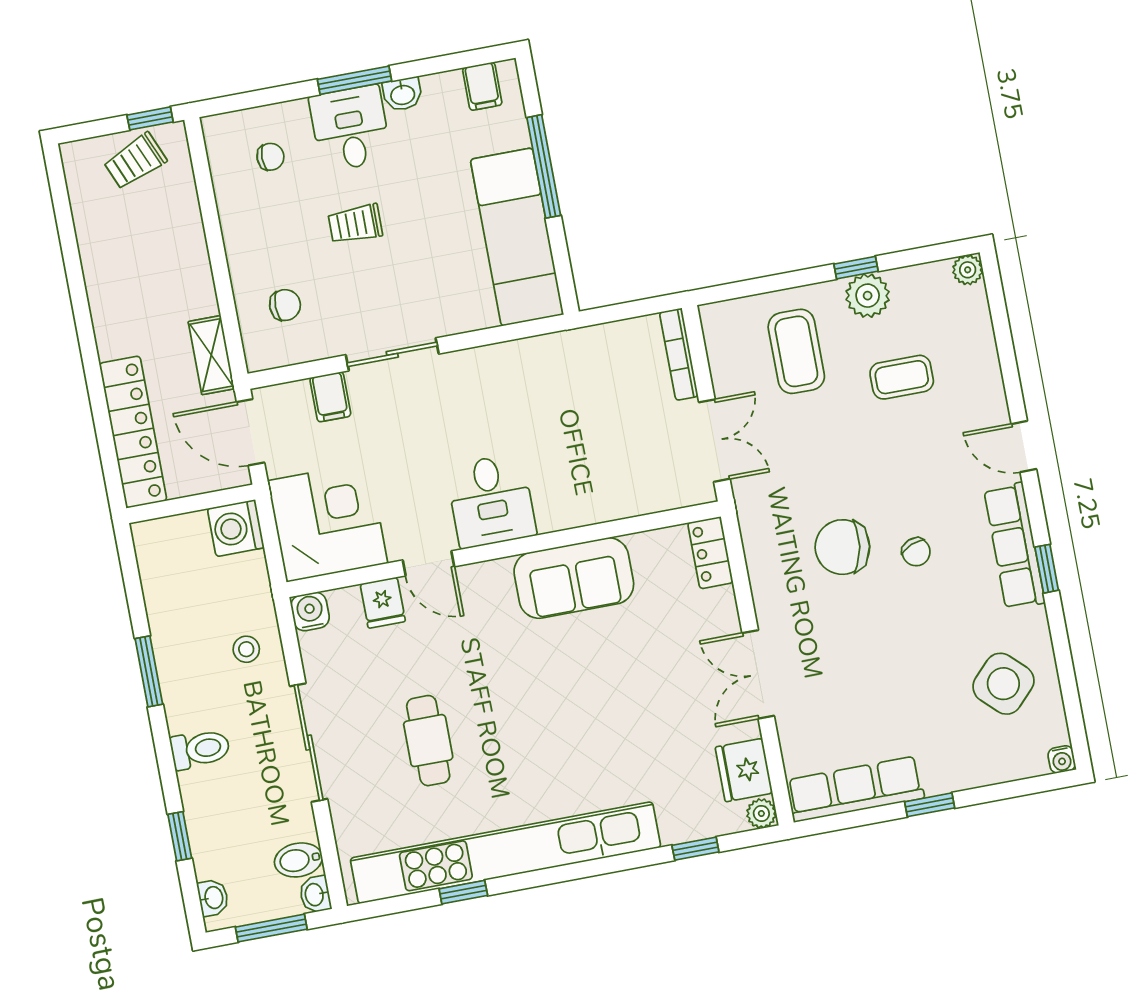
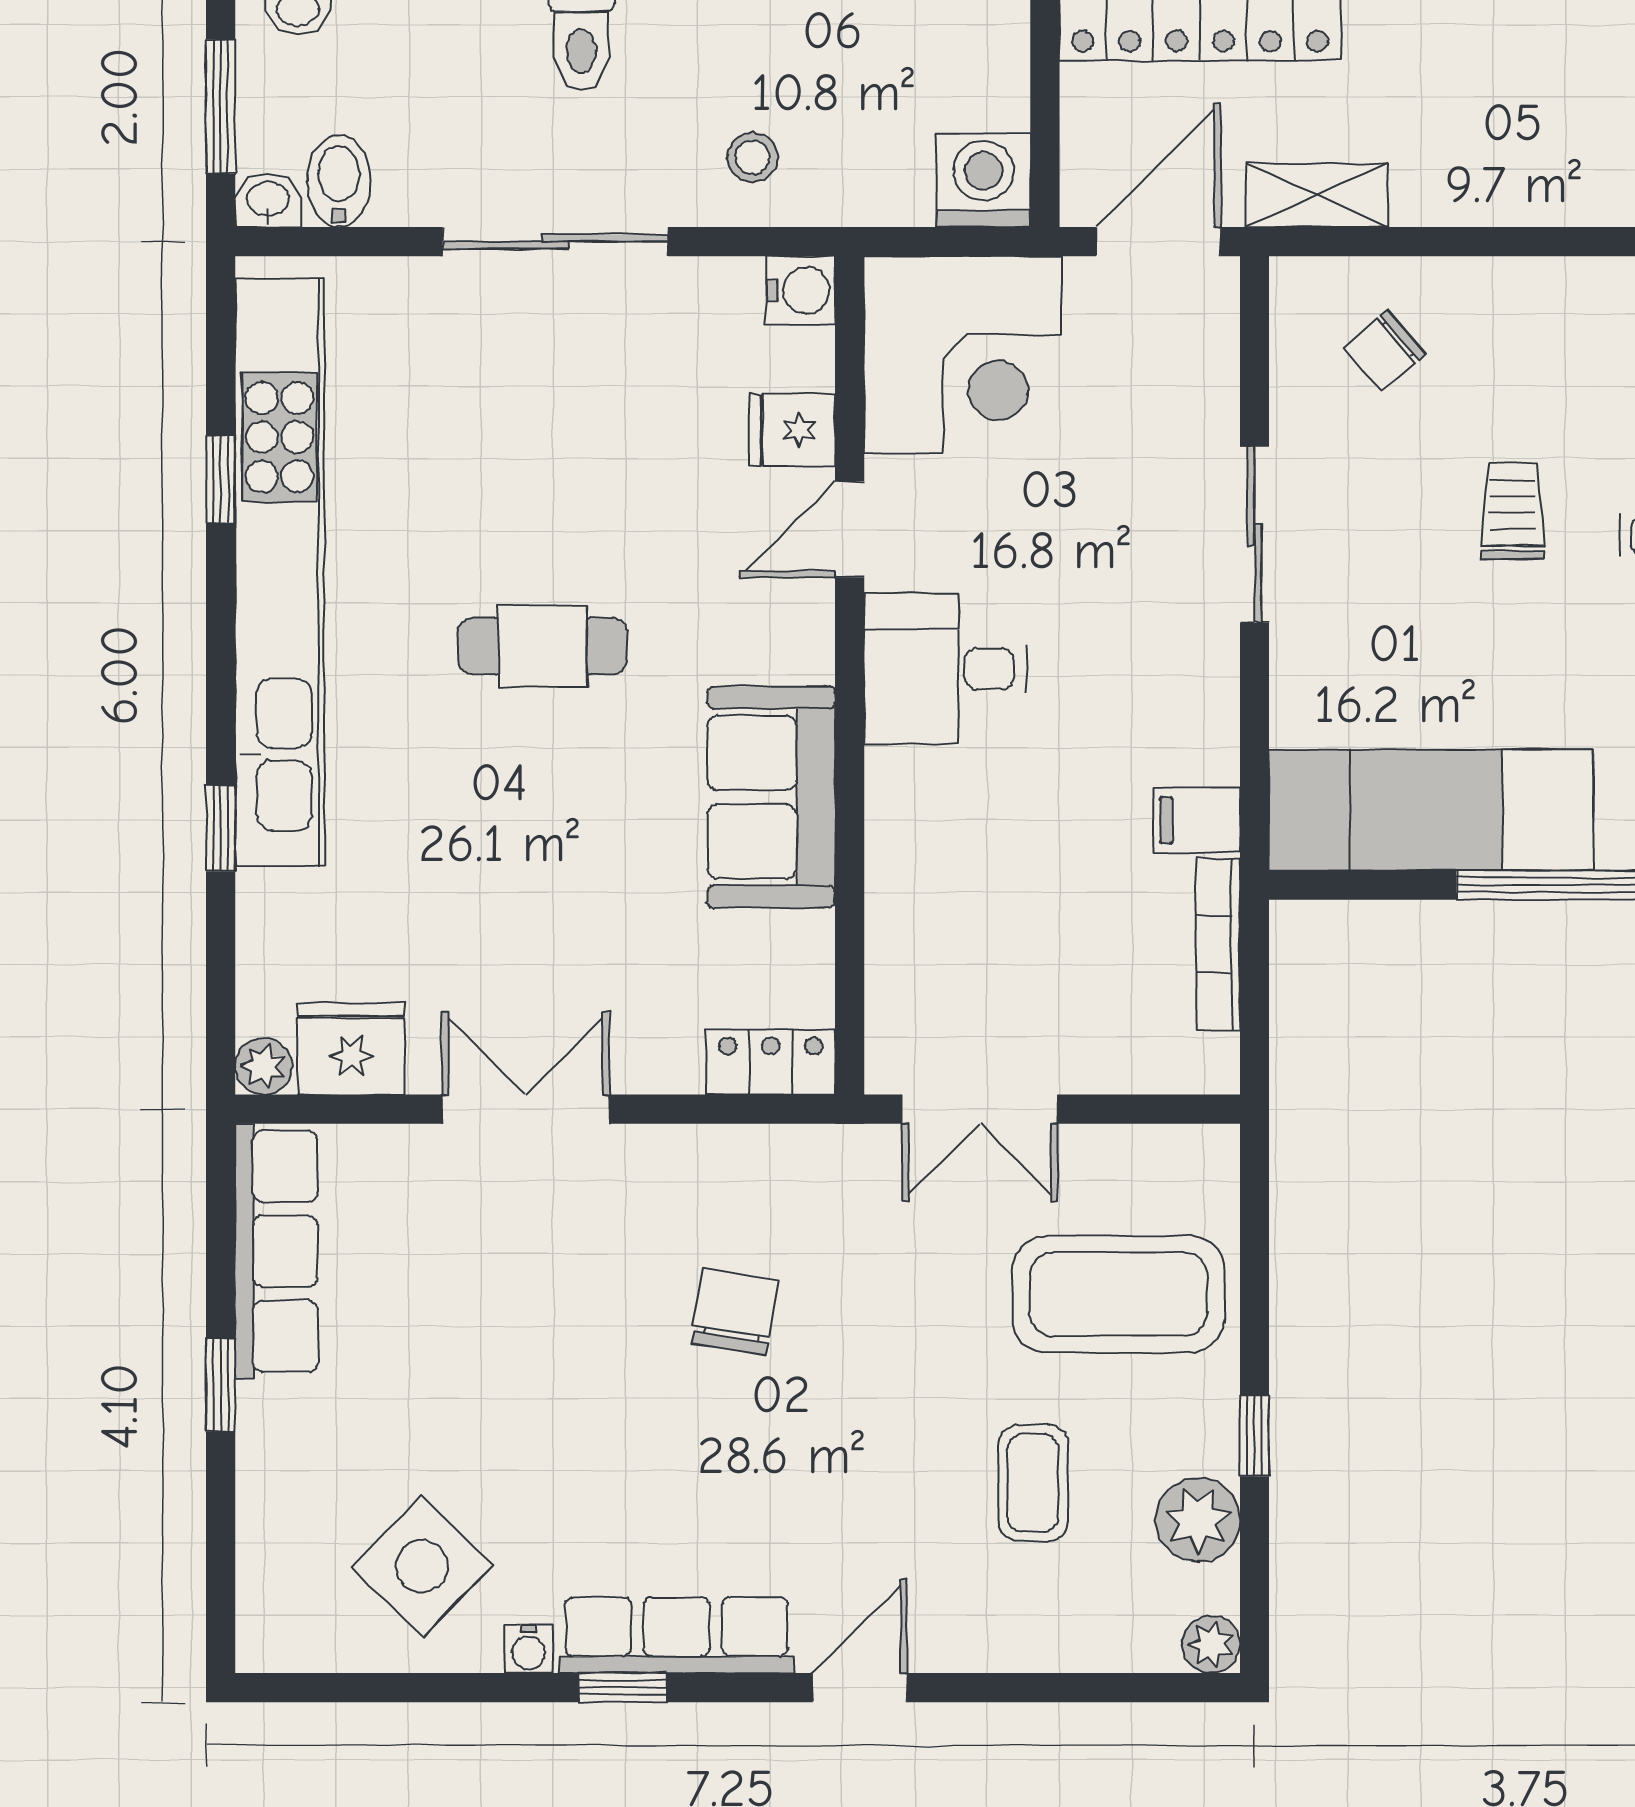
plant: (868, 296) -> (1198, 1520), moved
chair: (285, 305) -> (1385, 351), turned 49
coffee table: (796, 351) -> (1118, 1294), width x1.36, depth x1.32
bookcase: (679, 354) -> (1218, 944), moved, turned -90
filing cabinet: (330, 397) -> (1197, 820), moved
chair: (842, 547) -> (735, 1312), width x0.73, depth x0.73
chair: (916, 552) -> (700, 1449), removed
cafe table: (428, 741) -> (543, 646), moved
water cooler: (1062, 759) -> (529, 1649), moved, turned -90
window: (695, 849) -> (221, 828), moved

